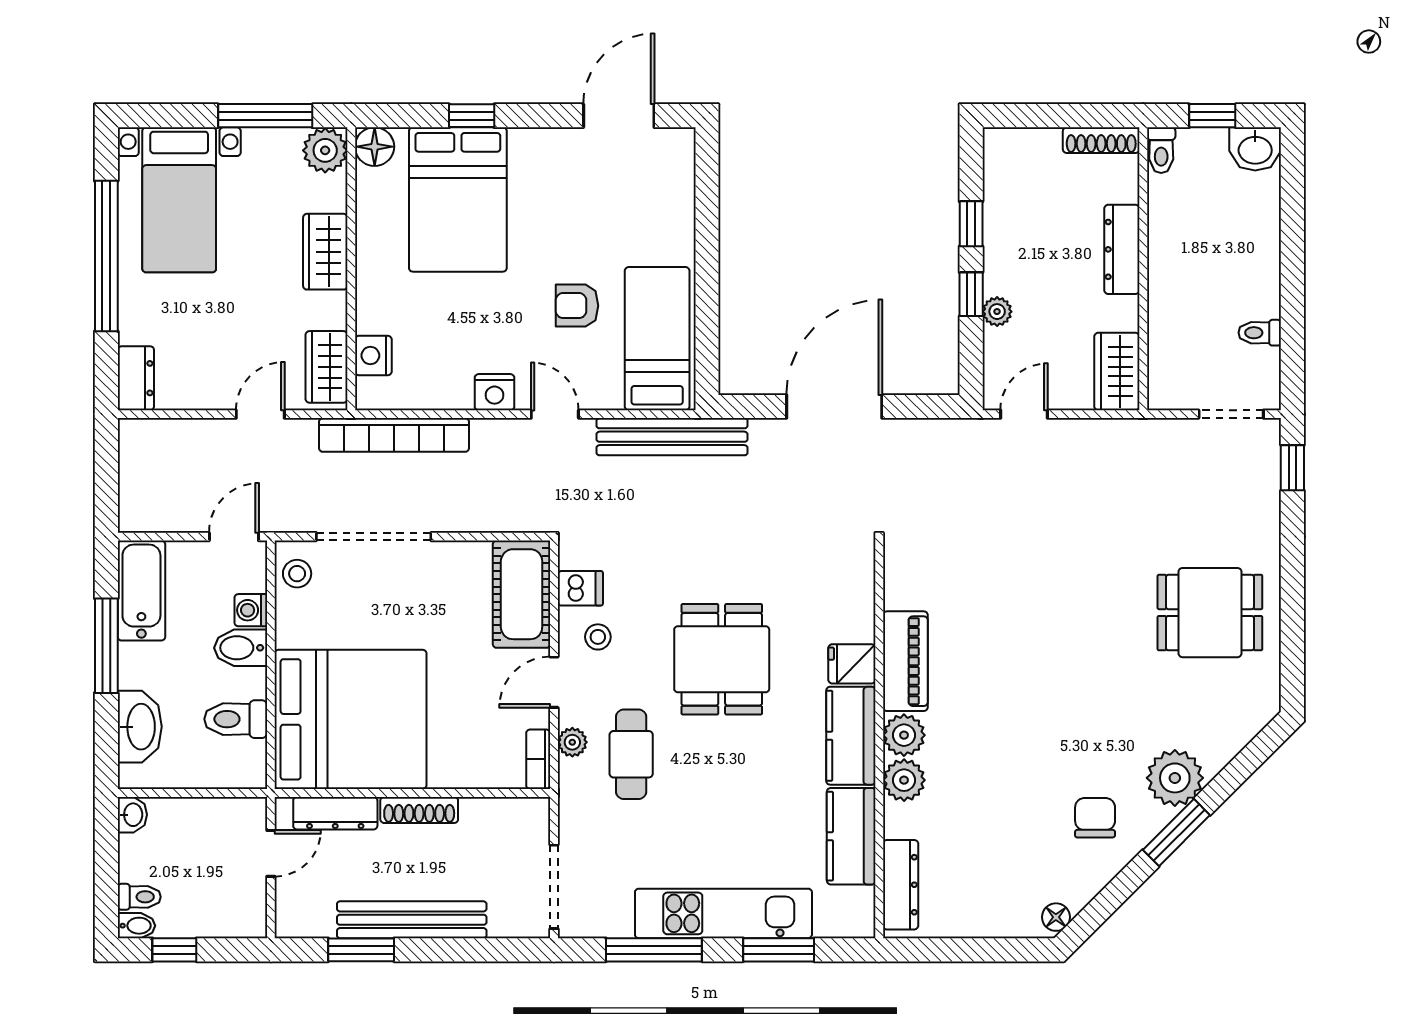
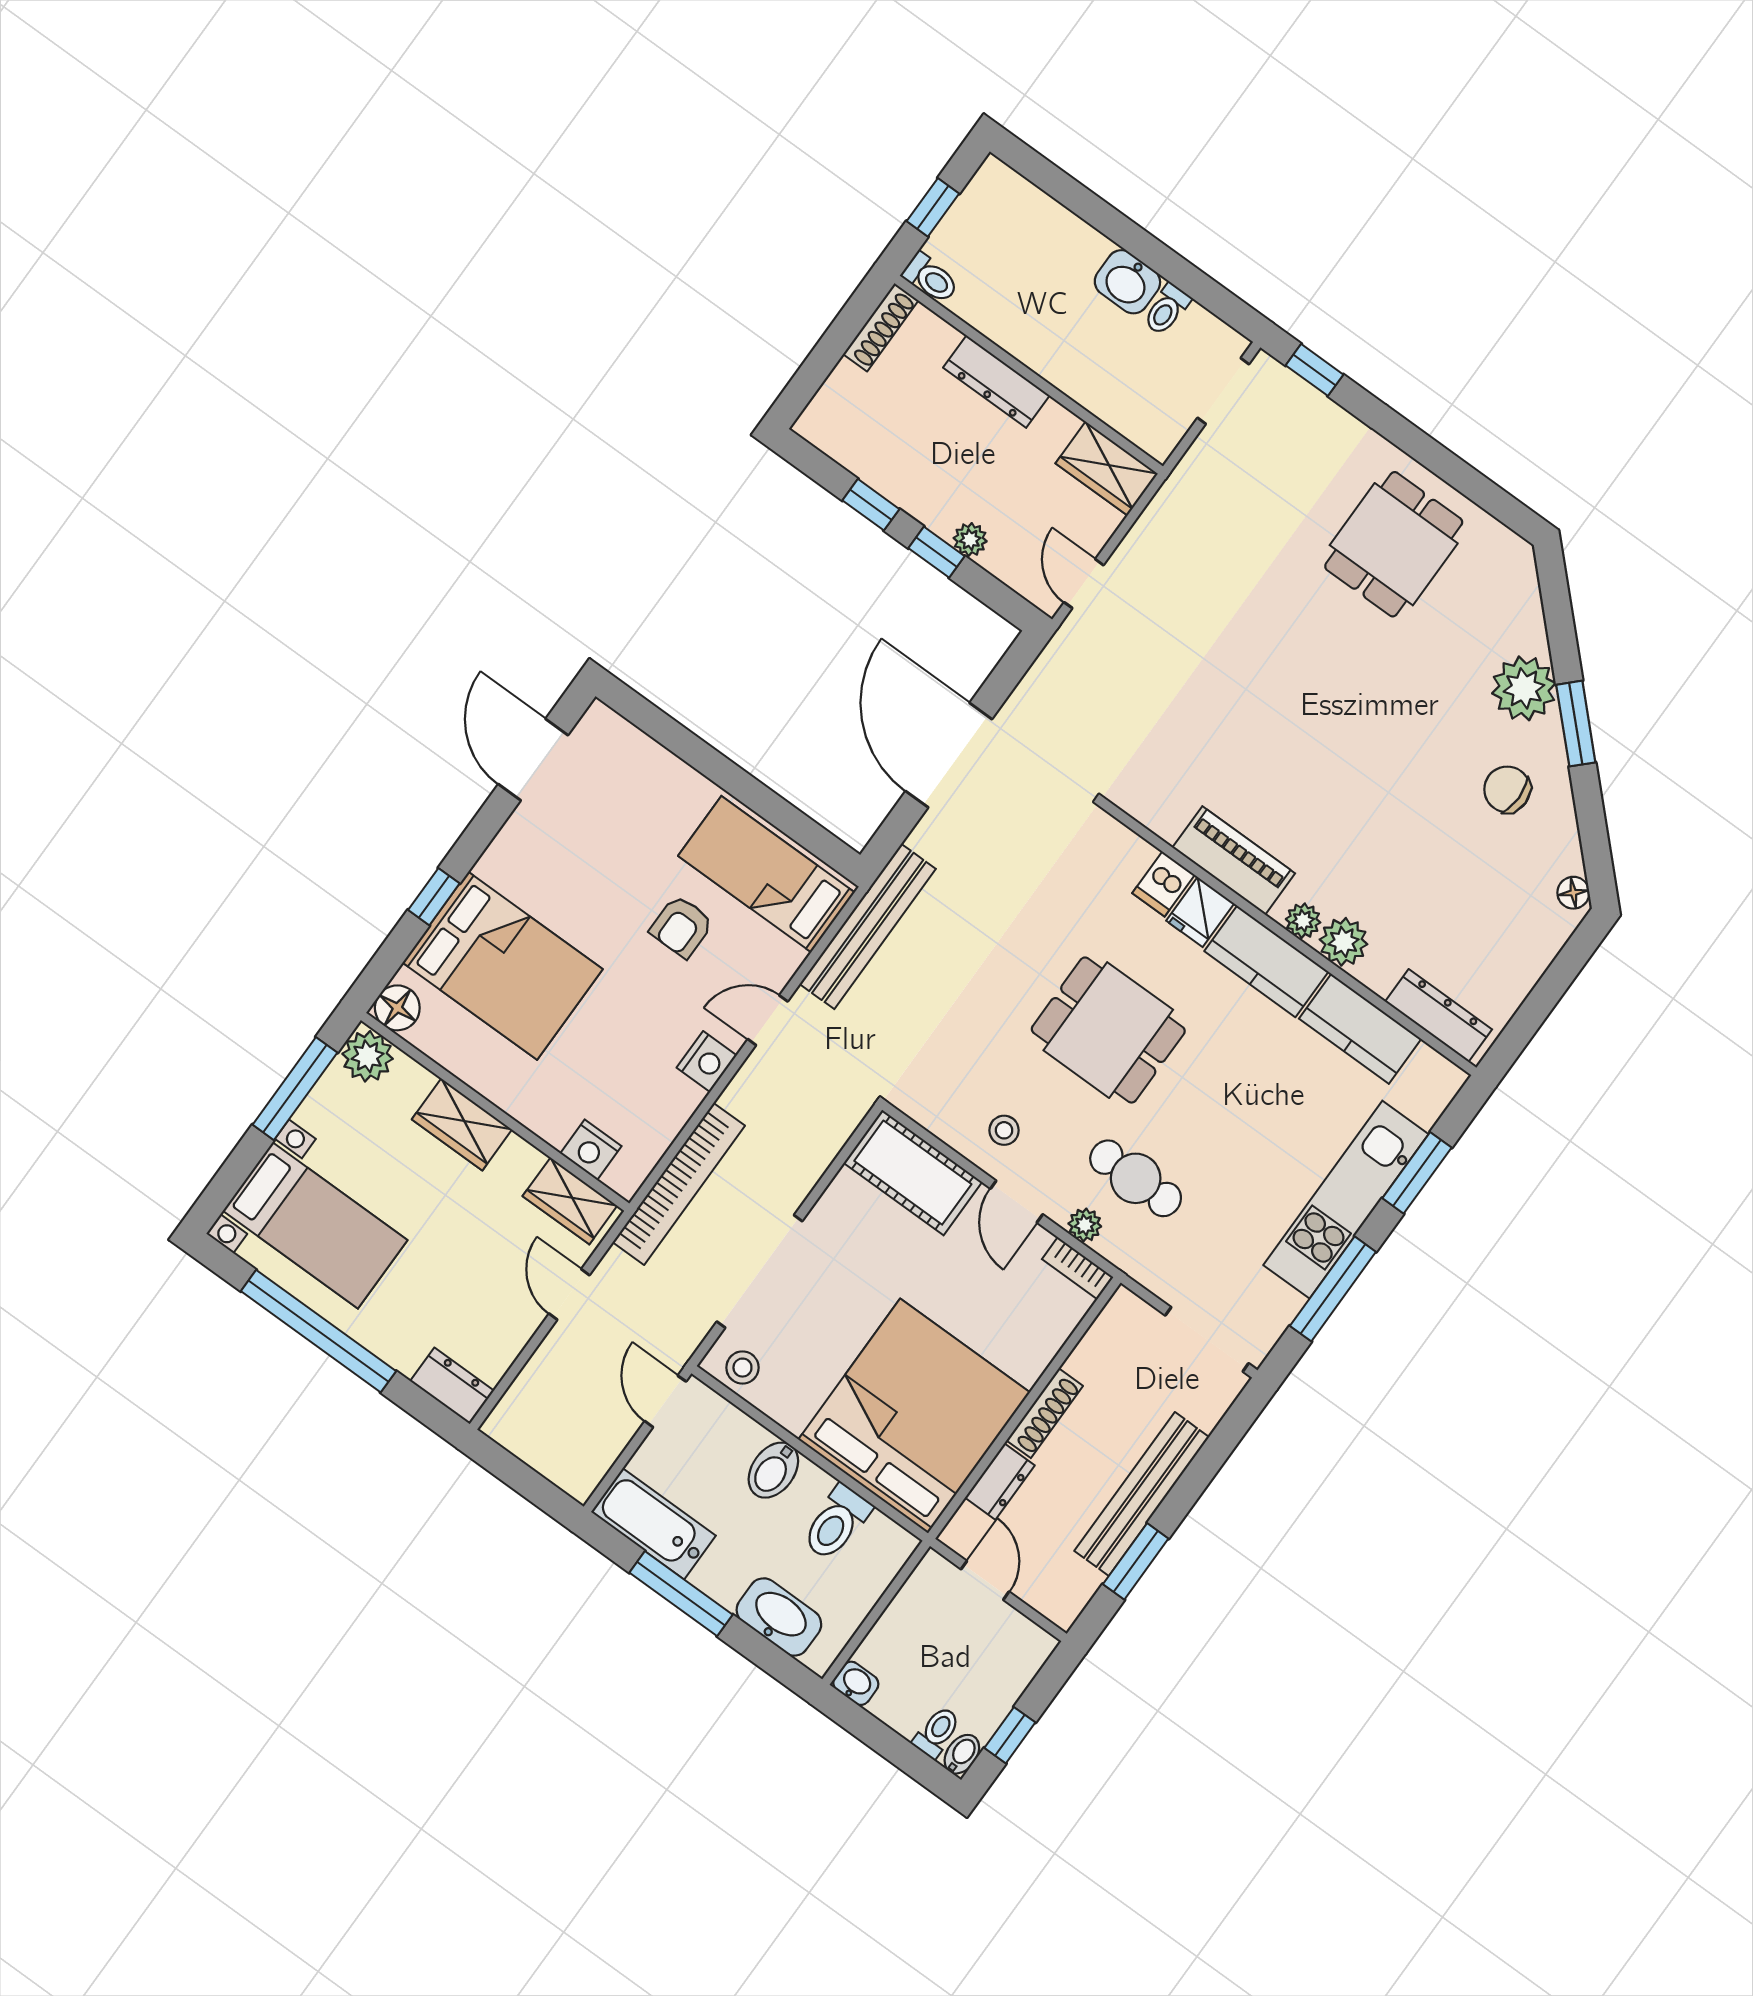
washbasin: (1255, 149) -> (1127, 282), moved, turned 90
dishwasher: (580, 588) -> (1163, 884), moved, turned 180
washing machine: (251, 610) -> (745, 1435), removed
plant: (904, 735) -> (1303, 921), width x0.73, depth x0.73
dresser: (335, 813) -> (1000, 1481), width x0.70

